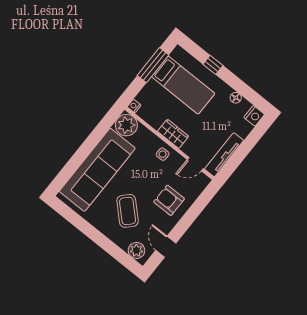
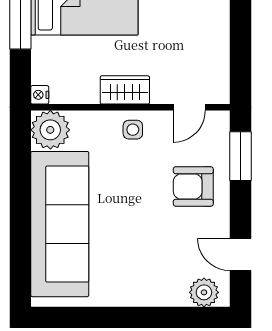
tv unit: (224, 155) -> (219, 62), removed
window: (200, 204) -> (240, 156), added
coffee table: (128, 211) -> (148, 247), removed

